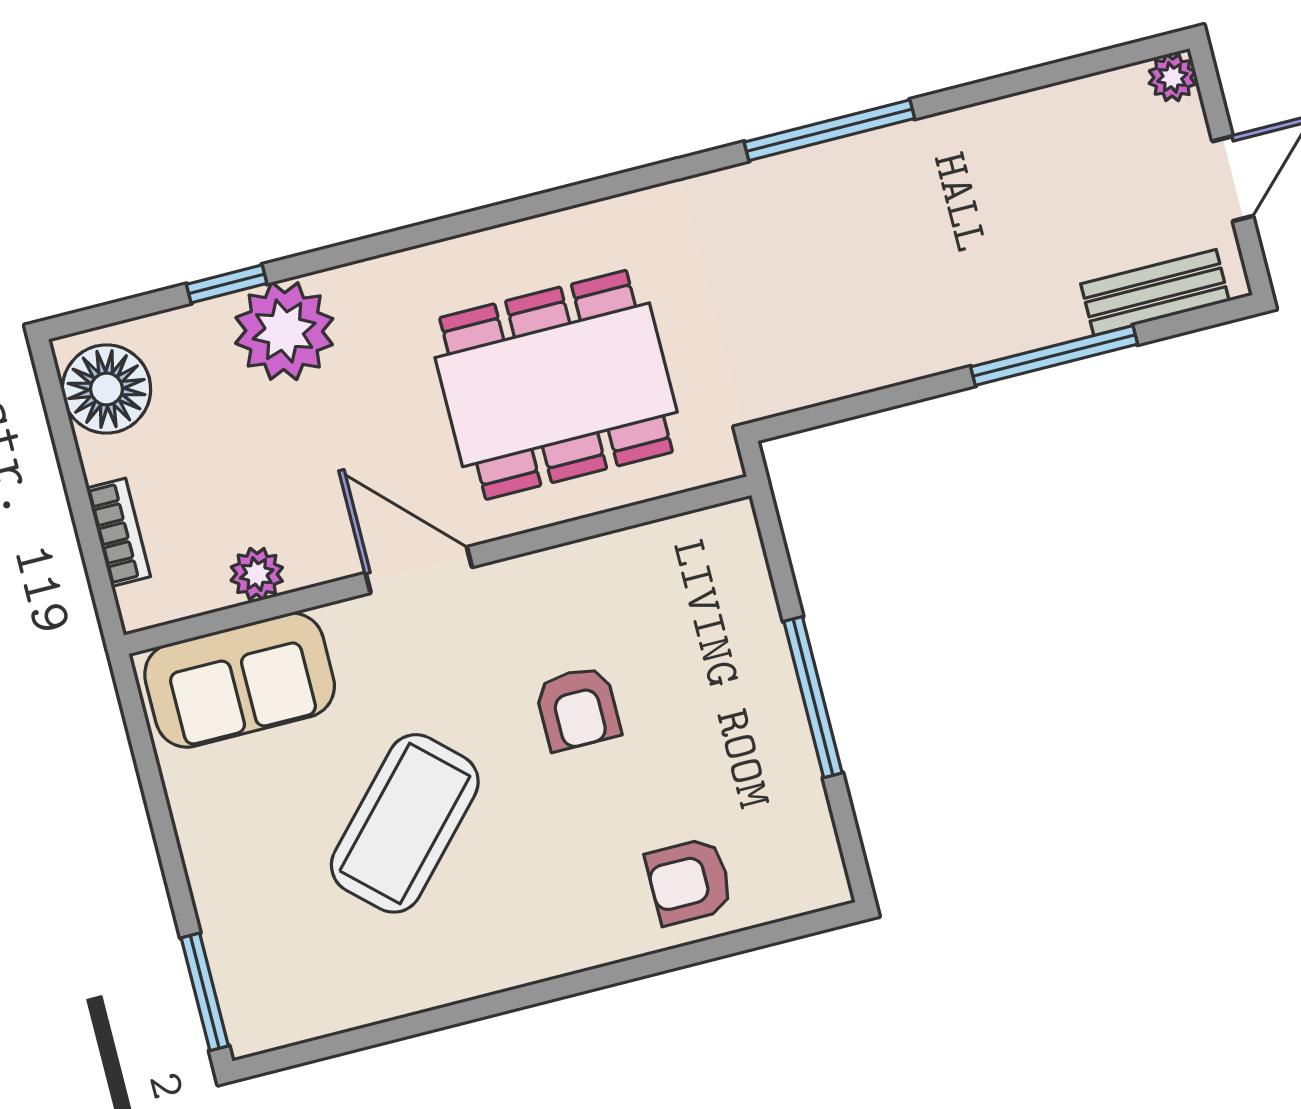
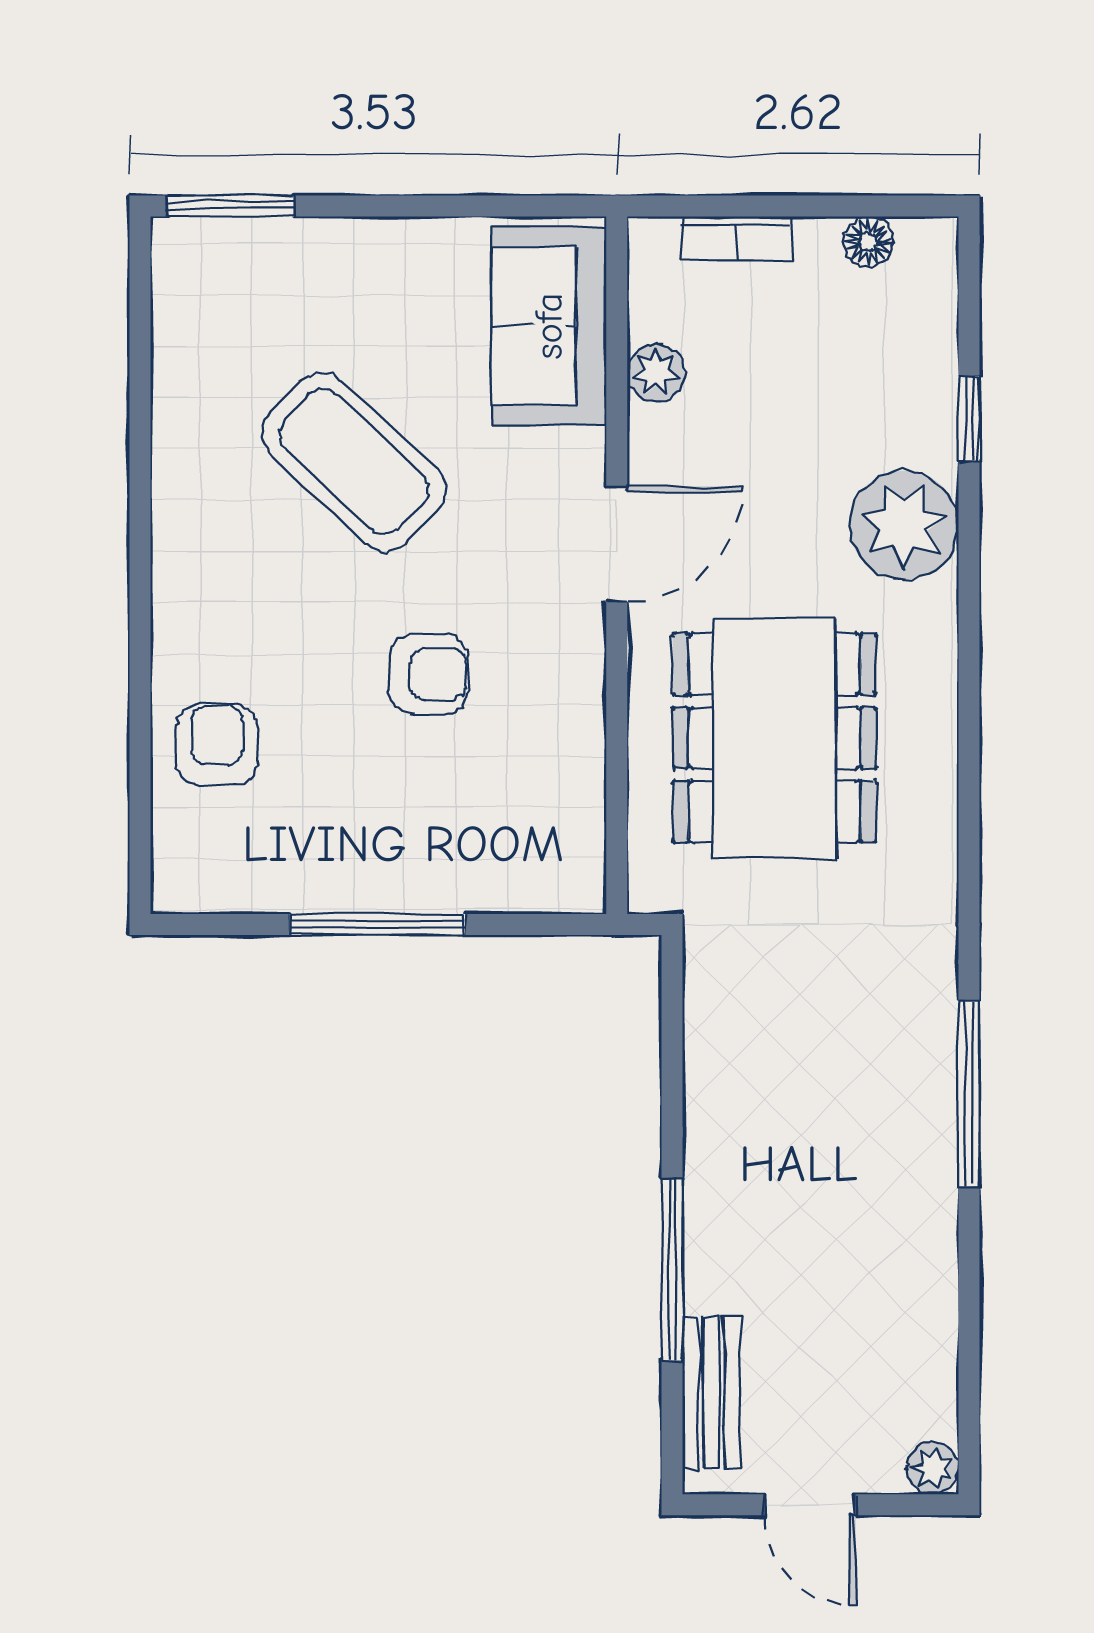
plant: (284, 331) -> (904, 525), moved
floor lamp: (106, 389) -> (868, 242), width x0.53, depth x0.53
armchair: (578, 708) -> (429, 674), turned 180

